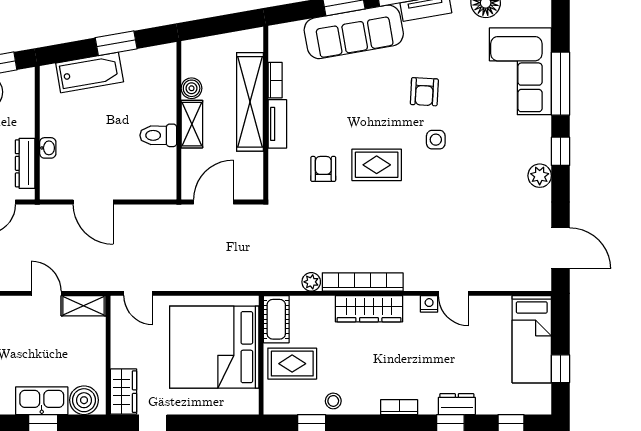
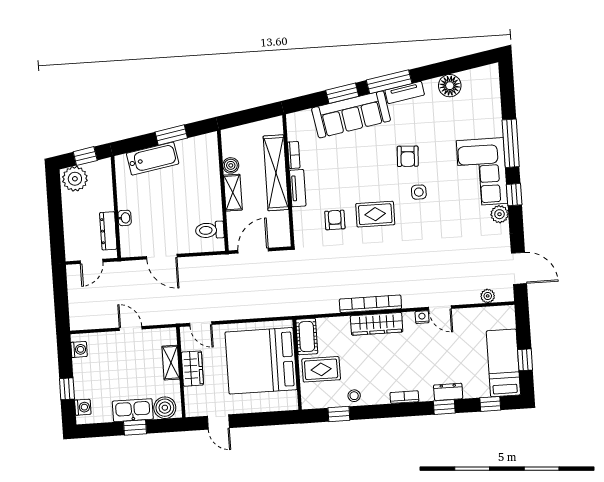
corner sofa: (520, 71) -> (482, 172), moved
toilet: (158, 135) -> (210, 230), moved
plant: (311, 282) -> (488, 296), moved
shelving: (83, 306) -> (171, 363), moved, turned 90
bed: (532, 339) -> (503, 363), moved, turned 180
wardrobe: (123, 392) -> (192, 369), moved

